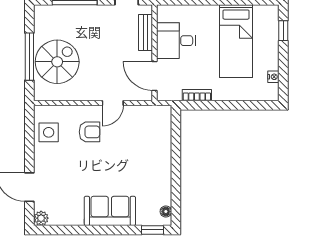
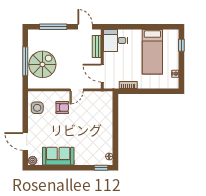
desk: (176, 41) -> (116, 40), moved
sofa: (110, 211) -> (58, 156), moved

